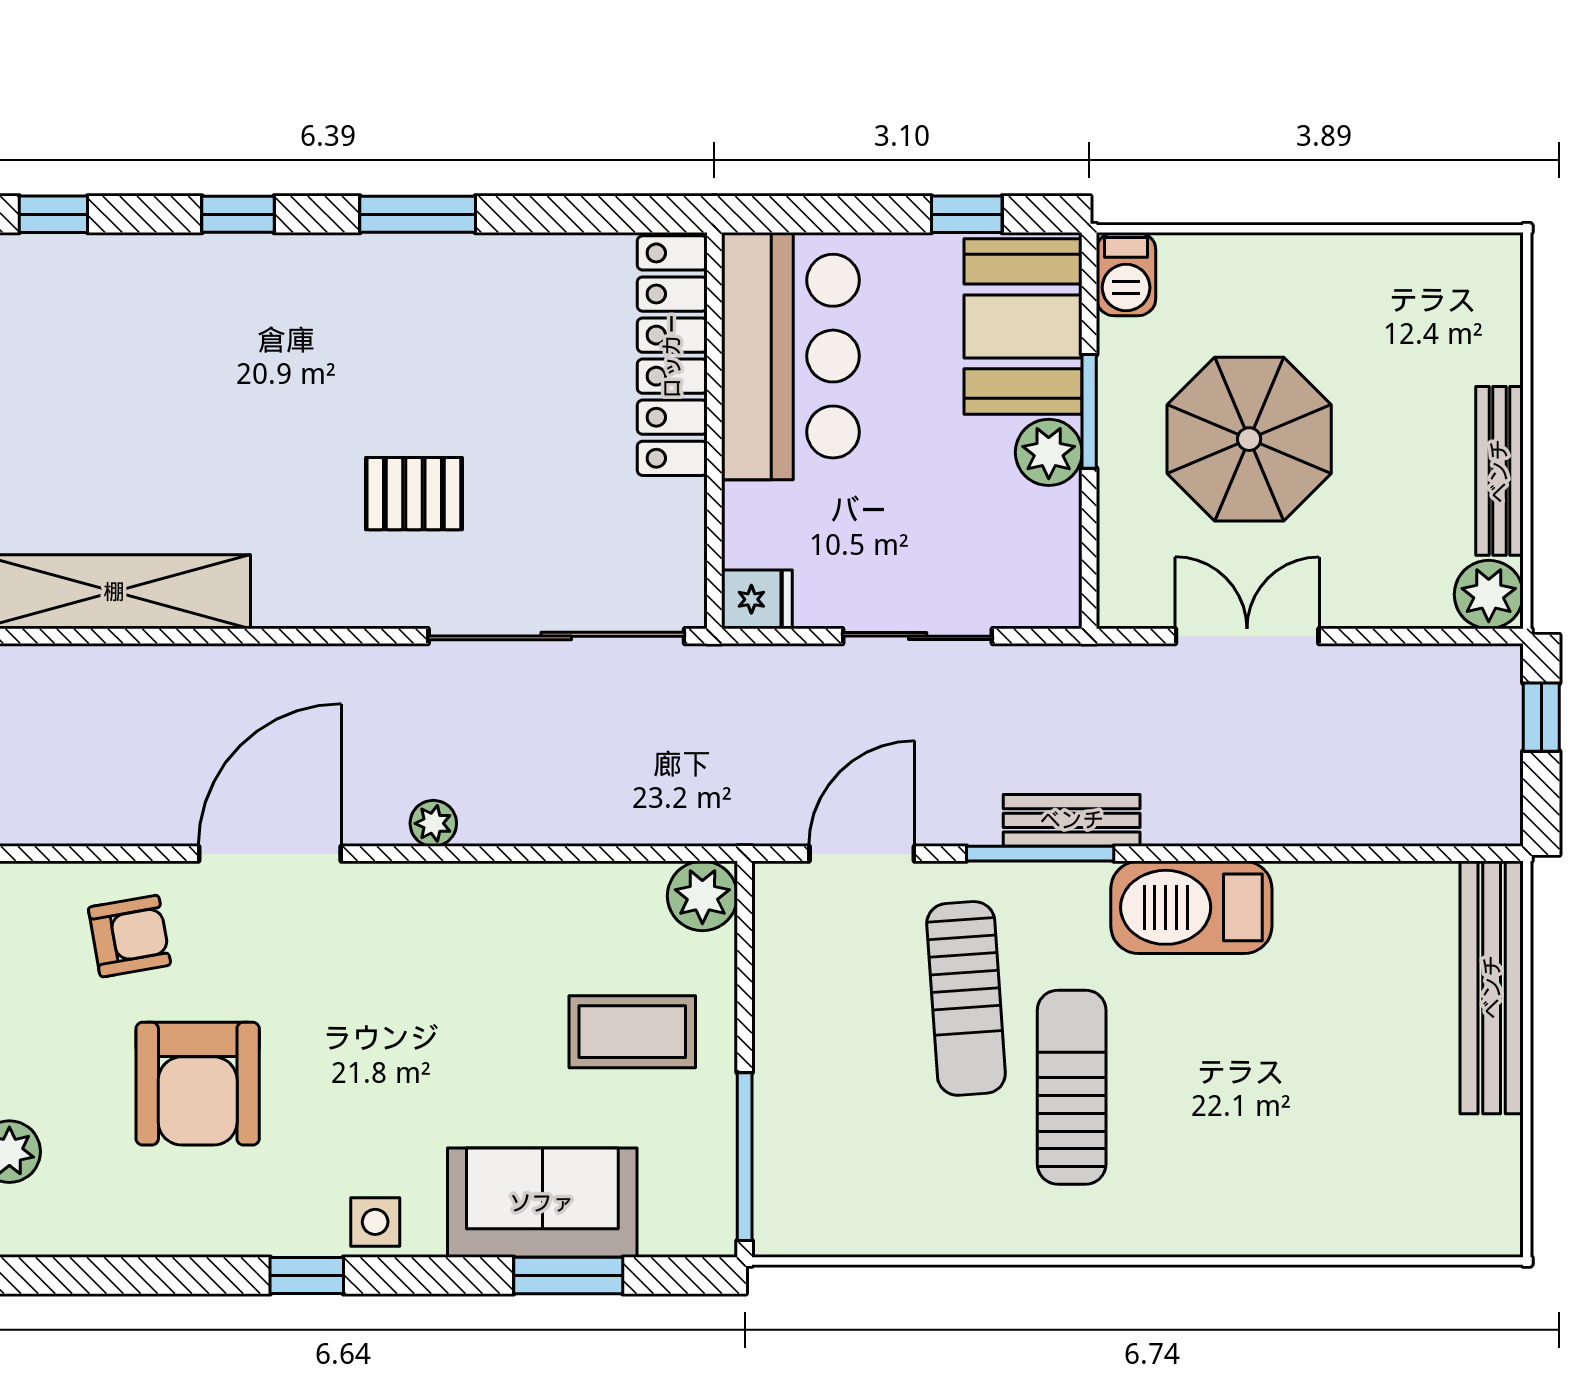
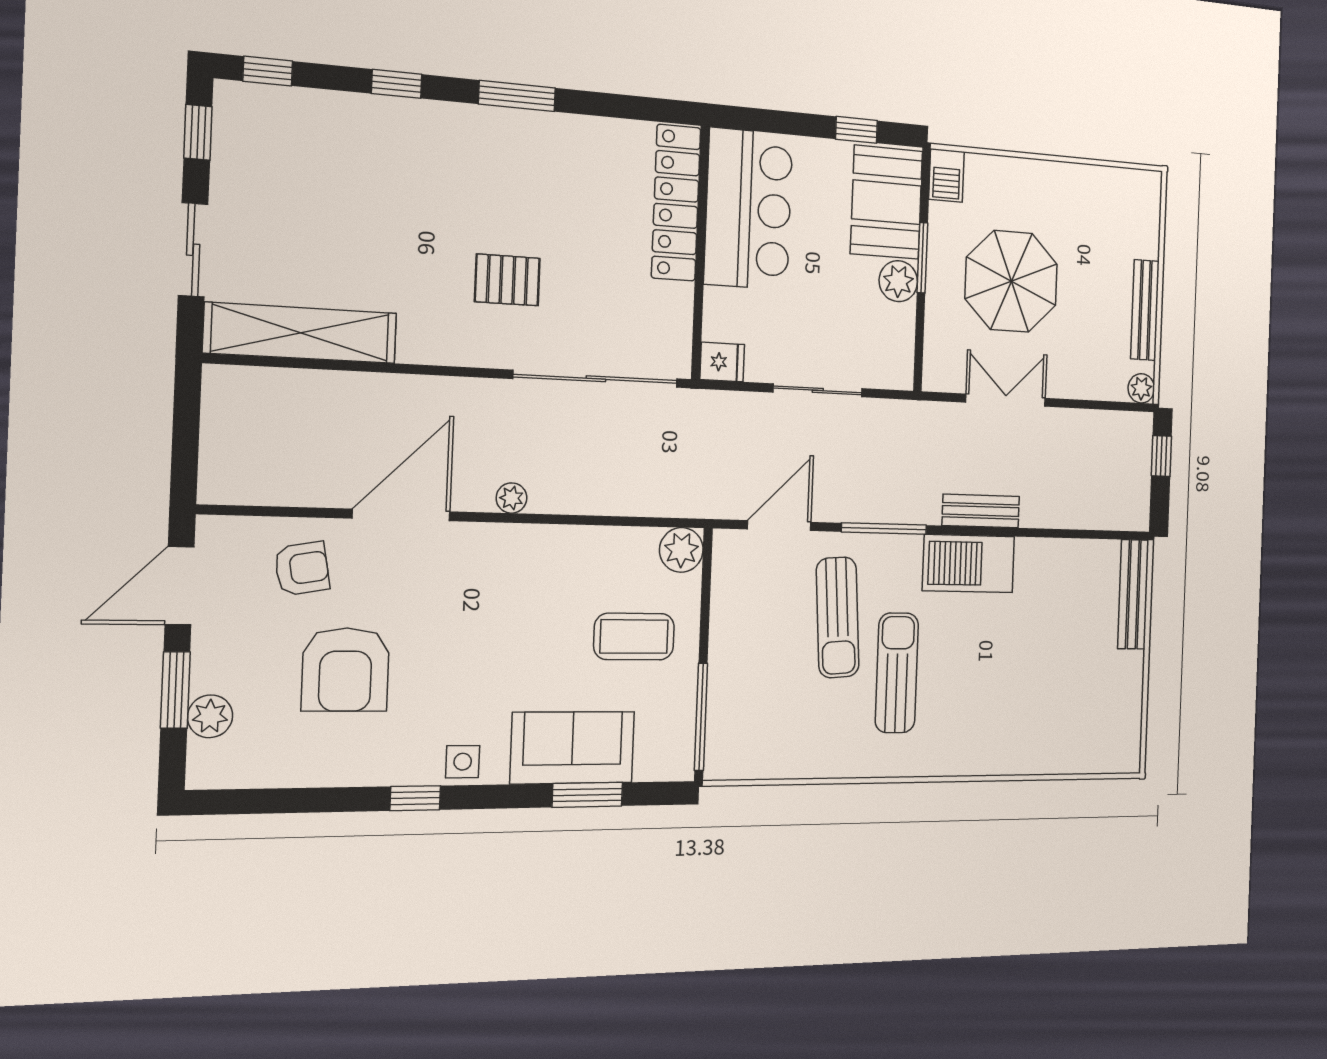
plant: (1489, 594) -> (1141, 388), width x0.73, depth x0.73
bench: (1072, 820) -> (981, 511), moved
bench: (1492, 987) -> (1133, 594), width x0.73, depth x0.82

